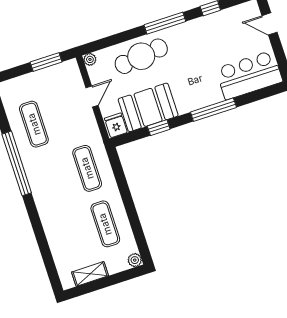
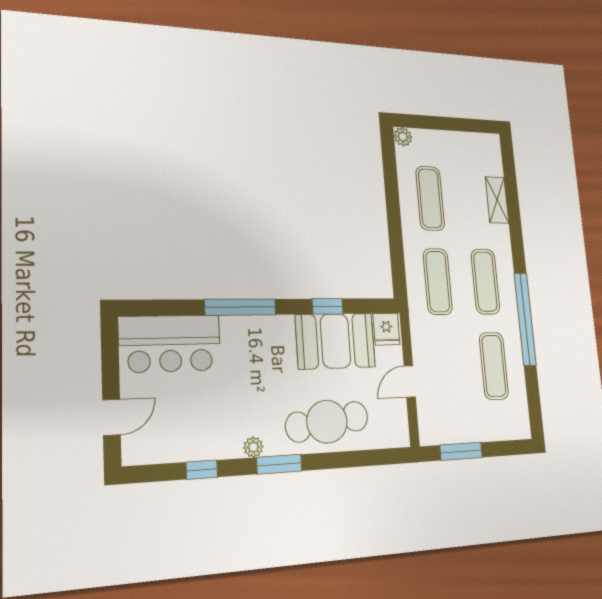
window: (165, 23) -> (279, 464), width x0.69
door: (270, 24) -> (112, 417), hinge flipped
plant: (90, 59) -> (253, 447), moved
exercise mat: (52, 180) -> (485, 282), added
shelving: (90, 274) -> (497, 200), moved, turned 90

